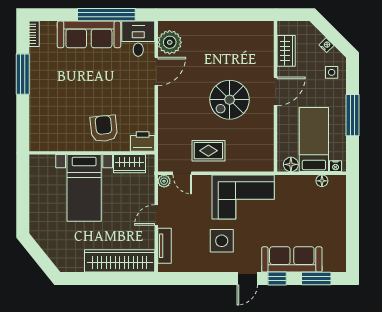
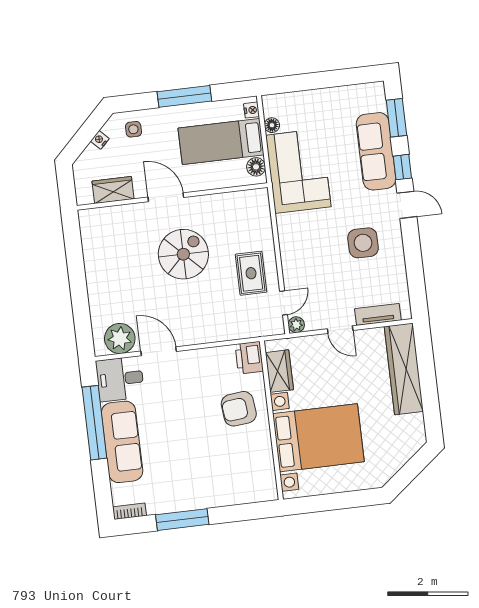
spiral stairs: (230, 100) -> (183, 254), turned -90
bed with nightstands: (84, 188) -> (318, 438), width x1.36
corner sofa: (243, 197) -> (298, 171), moved

